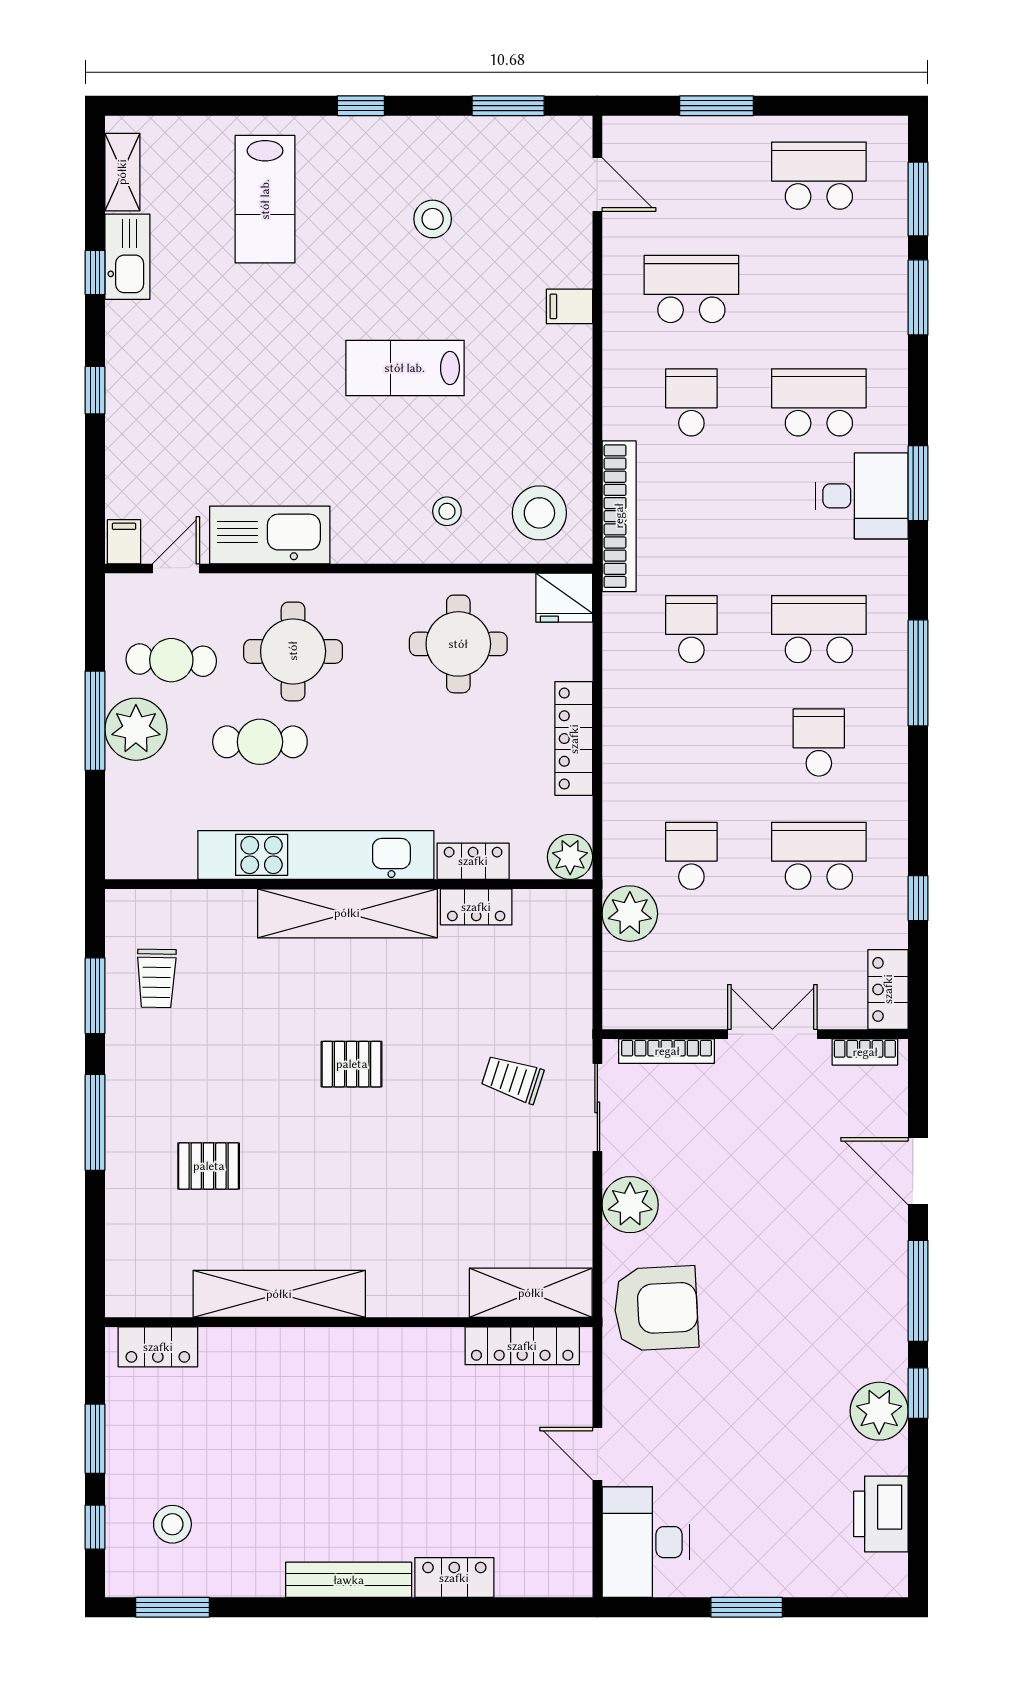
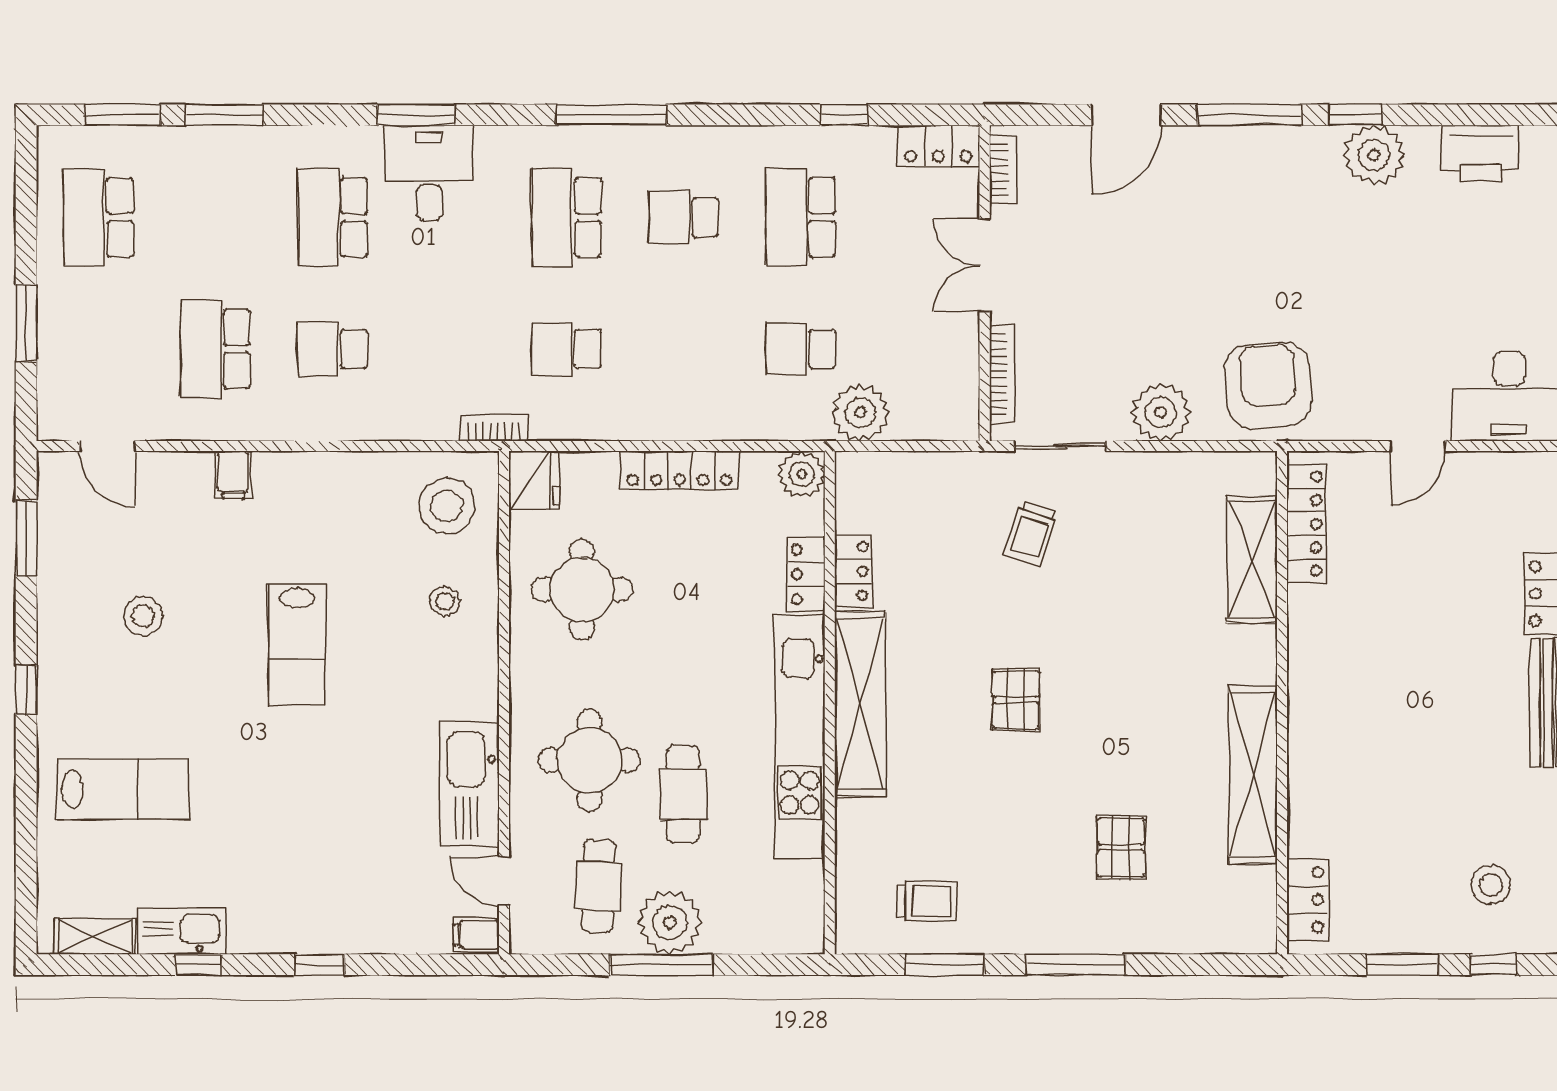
door: (597, 184) -> (107, 446), swing flipped
bookcase: (619, 516) -> (494, 428), width x0.43, depth x0.76
shelving: (531, 1293) -> (1252, 560), moved

